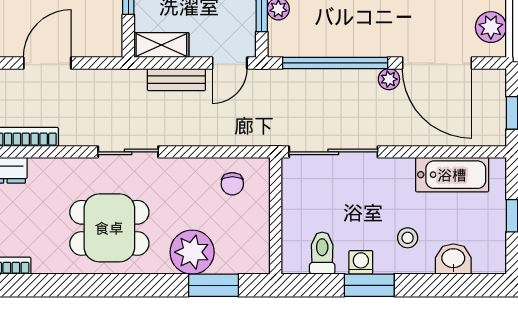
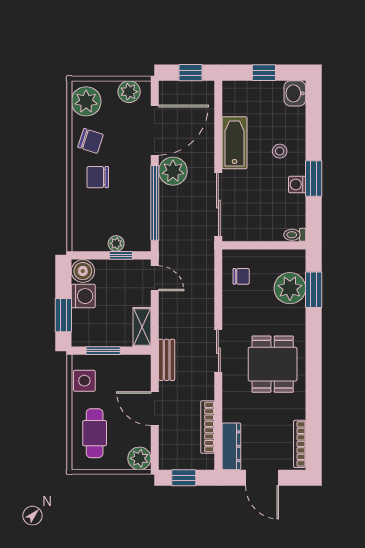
plant: (389, 79) -> (173, 171), width x1.88, depth x1.88
bench: (176, 80) -> (167, 360), moved
bathtub: (452, 175) -> (235, 143), moved
plant: (192, 252) -> (290, 288), moved
toilet: (322, 253) -> (295, 235), moved, width x0.73, depth x0.72
washbasin: (453, 259) -> (295, 93), moved

